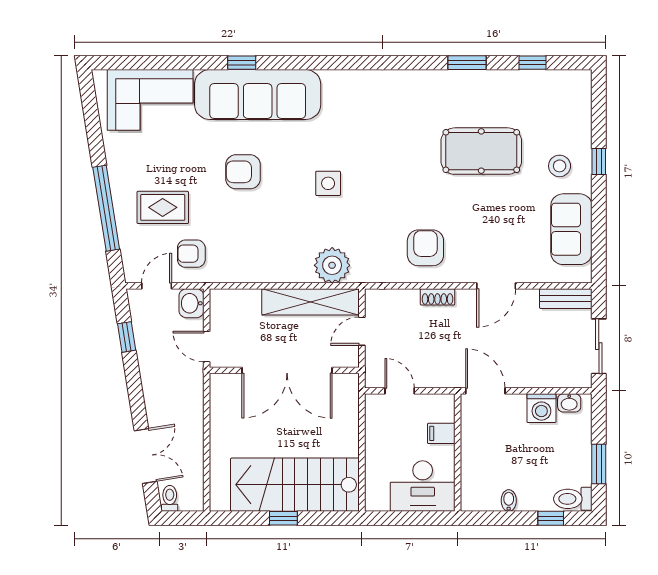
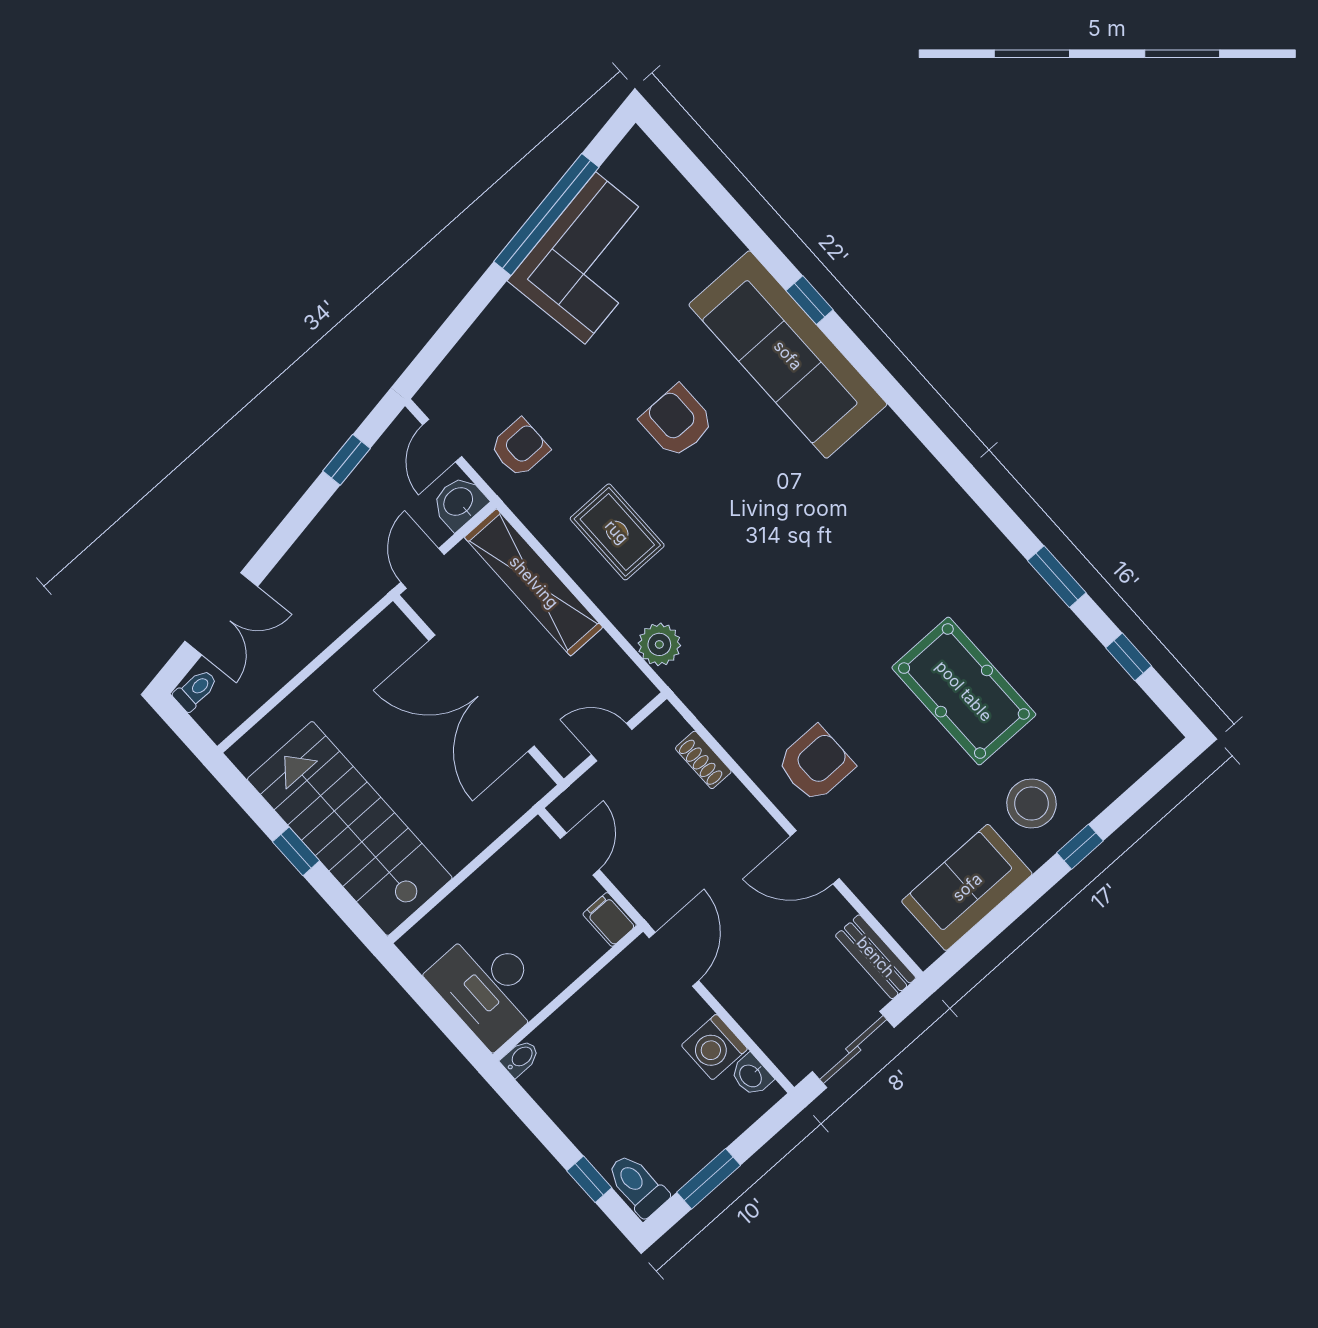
corner sofa: (150, 100) -> (590, 258), moved, turned -99
stool: (560, 166) -> (1032, 803), width x1.38, depth x1.38
side table: (328, 183) -> (756, 538), removed
rug: (163, 207) -> (617, 532), moved
window: (106, 208) -> (546, 214), moved
armchair: (425, 248) -> (815, 764), moved
armchair: (191, 254) -> (520, 448), turned 90
plant: (332, 265) -> (659, 644), width x0.73, depth x0.73
door: (157, 286) -> (442, 441), swing flipped
shoe rack: (437, 297) -> (703, 760), moved
shelving: (311, 302) -> (534, 582), moved
filing cabinet: (441, 433) -> (610, 919), moved
bidet: (509, 501) -> (520, 1058), moved

